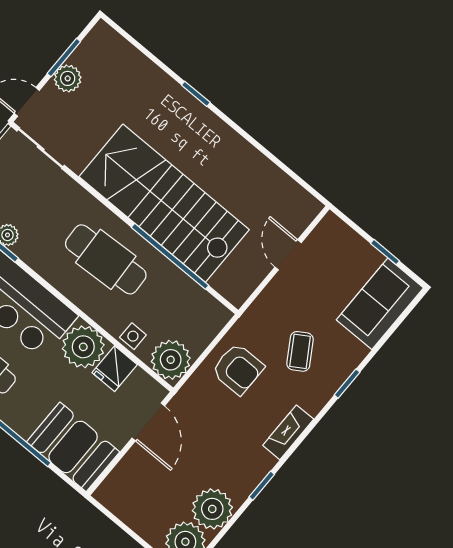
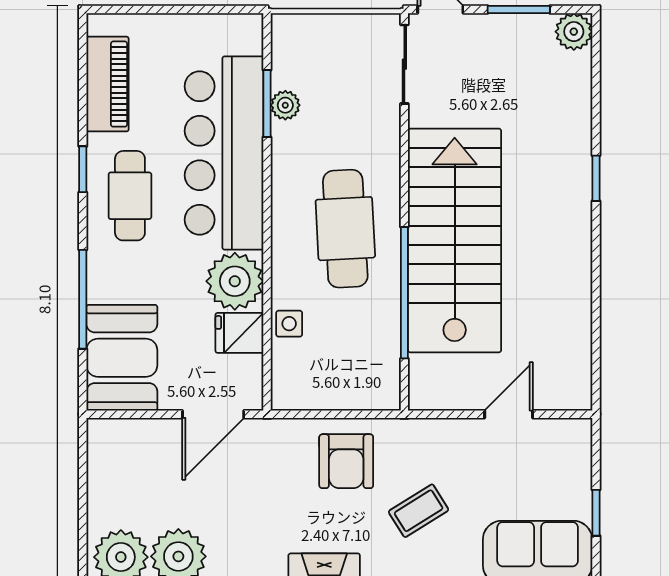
plant: (68, 78) -> (574, 32), moved
plant: (171, 360) -> (297, 383), removed

